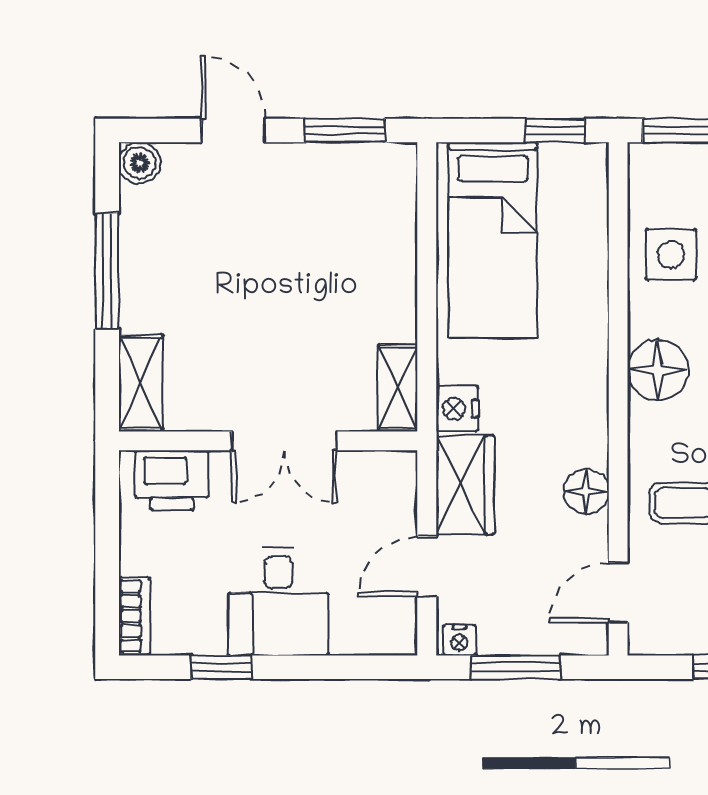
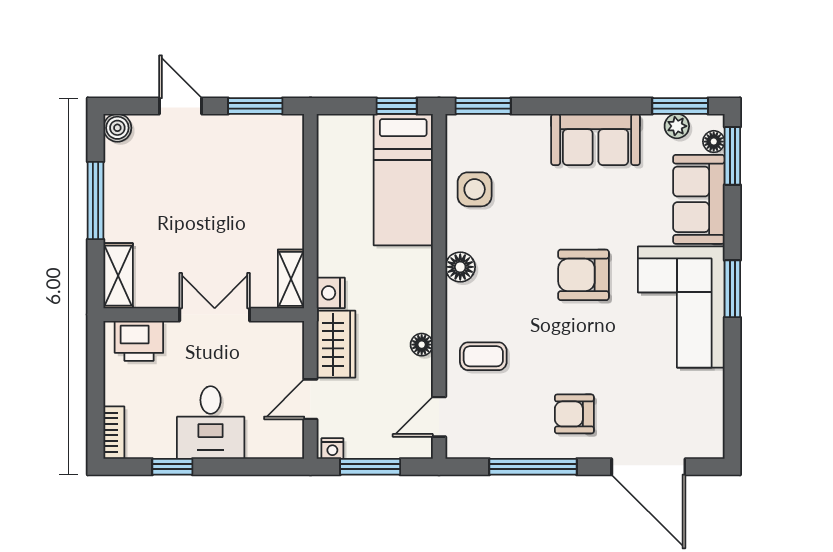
bed: (493, 240) -> (403, 180), moved
floor lamp: (658, 370) -> (460, 267), width x0.73, depth x0.73
double door: (284, 441) -> (215, 315), swing flipped
floor lamp: (586, 492) -> (422, 345), width x0.73, depth x0.73

